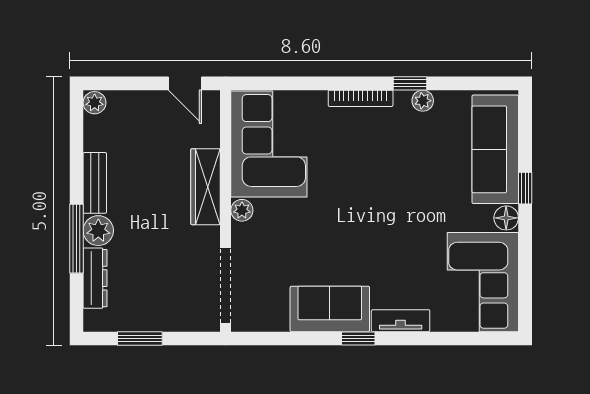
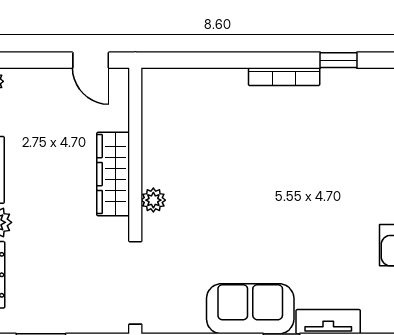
plant: (423, 101) -> (353, 79), removed
corner sofa: (269, 144) -> (183, 127), removed

